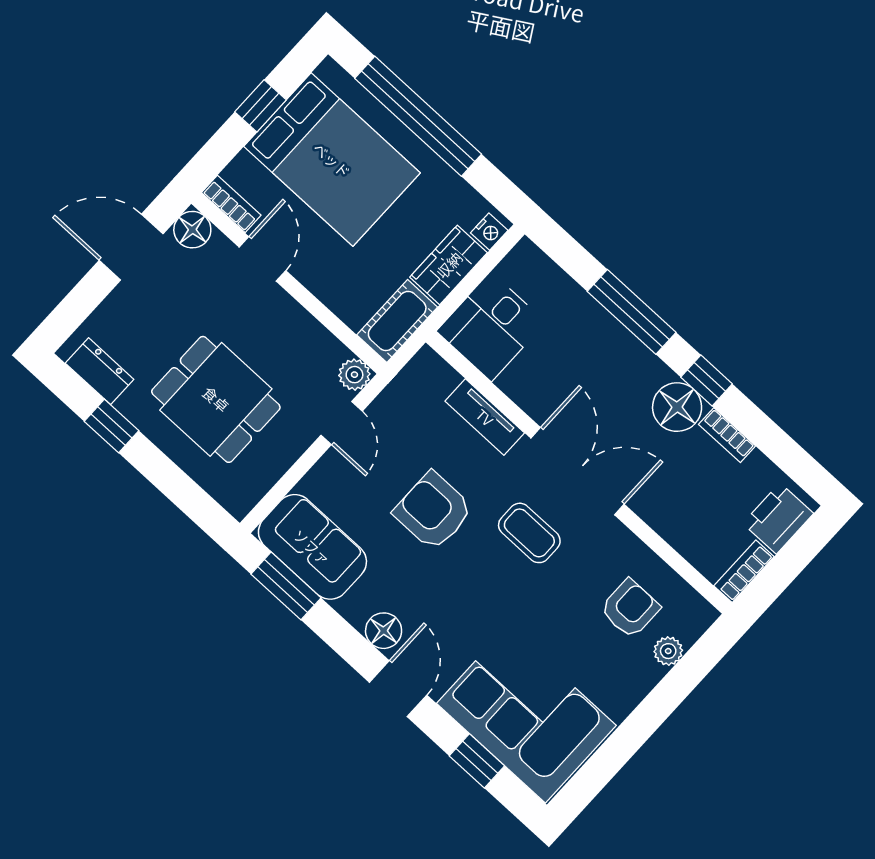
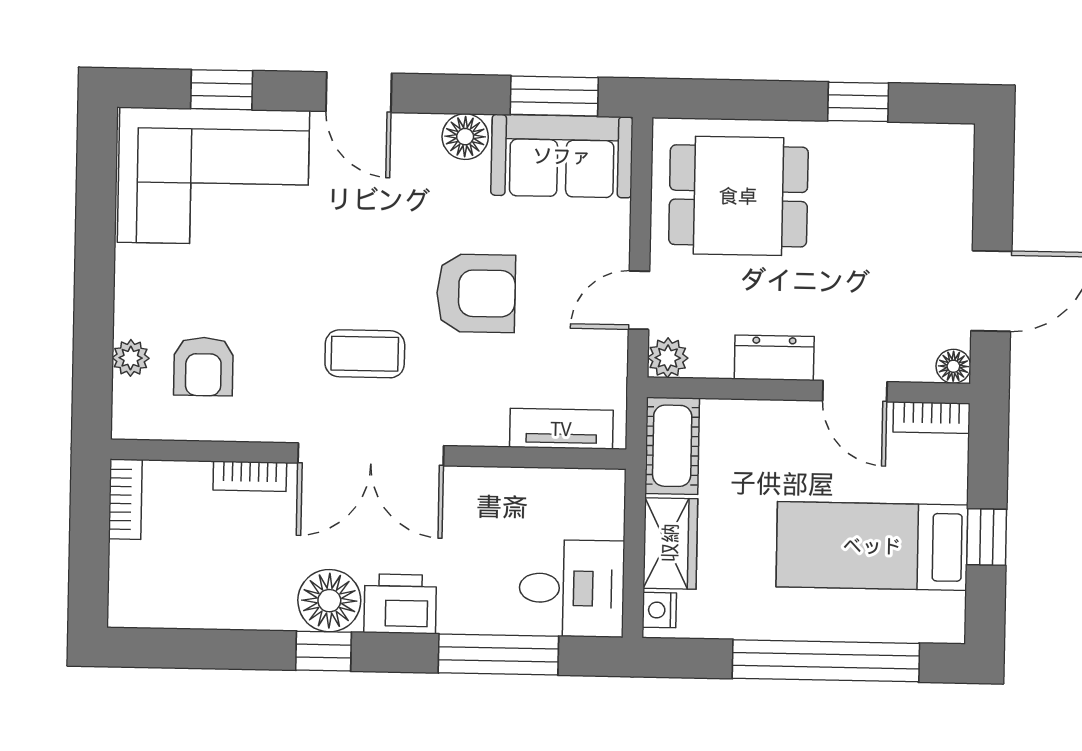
bed: (332, 160) -> (872, 546), width x0.67
floor lamp: (192, 230) -> (953, 366), width x0.73, depth x0.73
window: (632, 312) -> (498, 655), moved
desk: (491, 327) -> (572, 588), moved, turned 90
dresser: (100, 371) -> (774, 358), moved, turned 180
dining table: (216, 399) -> (738, 196), moved
tv unit: (485, 417) -> (561, 429), moved
door: (342, 423) -> (639, 300), hinge flipped
bookcase: (727, 435) -> (250, 476), moved, turned 180
printer: (778, 518) -> (400, 604), moved, turned -90
floor lamp: (384, 631) -> (465, 137), moved

